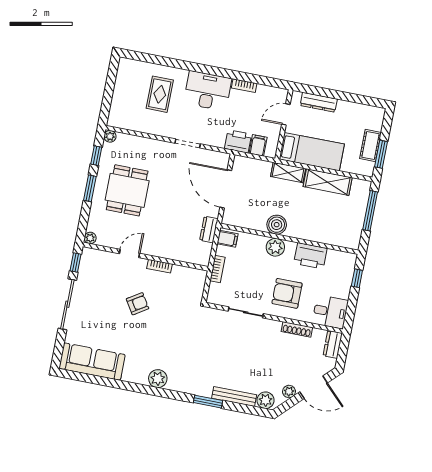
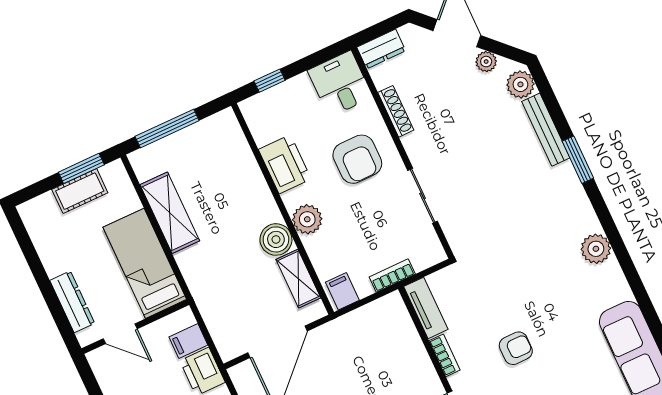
shelving: (288, 172) -> (298, 279), moved
dresser: (209, 229) -> (348, 325), removed
tv unit: (189, 274) -> (426, 308), added
armchair: (137, 304) -> (516, 348), turned 122

